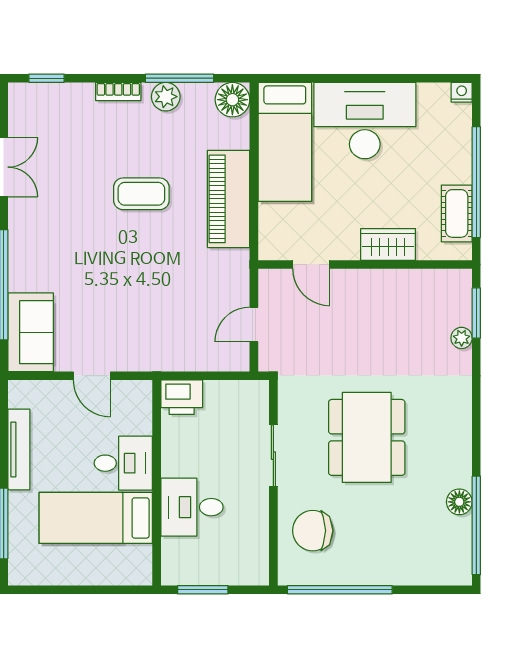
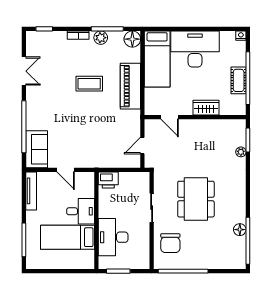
cot: (457, 213) -> (239, 80), moved
tv unit: (19, 449) -> (31, 191), moved
desk: (192, 507) -> (113, 237), width x1.37
chair: (313, 531) -> (170, 243), turned -90

